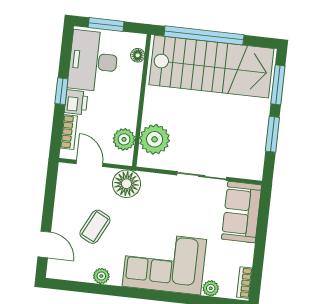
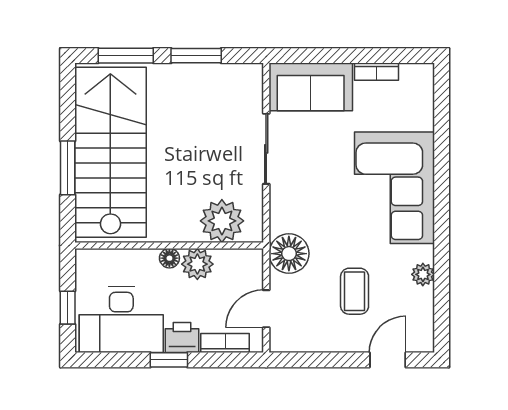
window: (106, 24) -> (68, 308), width x0.67
window: (204, 35) -> (68, 168), width x0.47
floor lamp: (138, 55) -> (169, 258), moved
plant: (124, 139) -> (197, 264), moved
coffee table: (95, 227) -> (355, 291), turned 63
bookcase: (244, 283) -> (376, 72), moved
plant: (211, 288) -> (423, 118), removed

